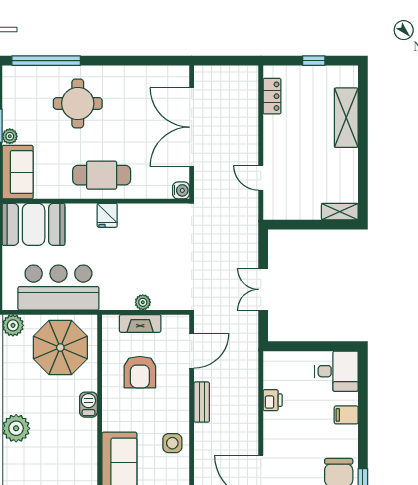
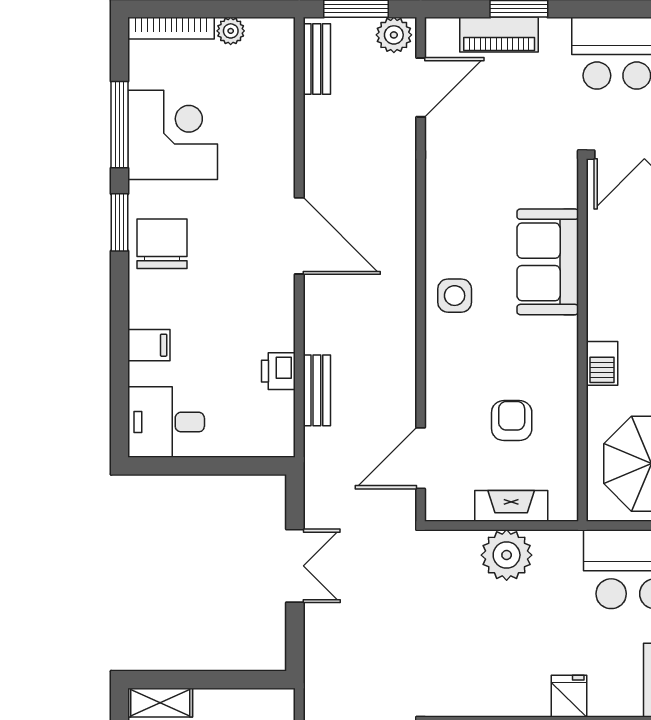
plant: (143, 302) -> (507, 555), width x1.88, depth x1.88
armchair: (140, 372) -> (512, 421), width x0.72, depth x0.72
bench: (202, 402) -> (317, 390), moved

